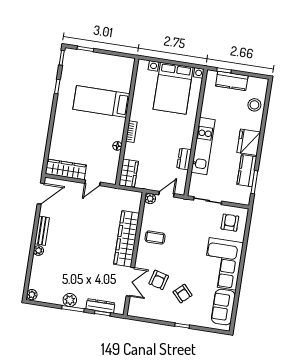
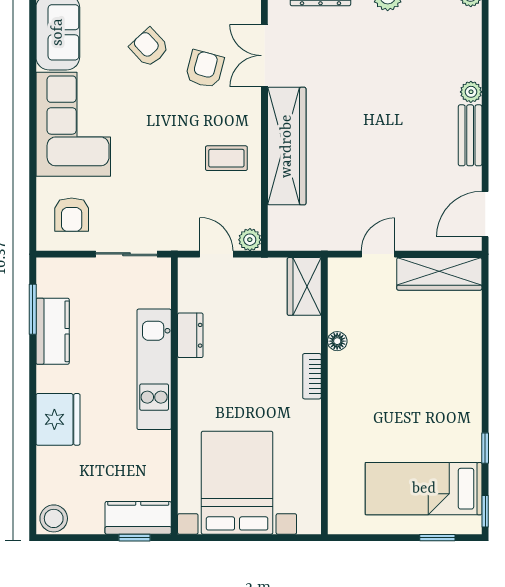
kitchen counter: (232, 81) -> (138, 518), moved
bed: (101, 102) -> (424, 489), moved, turned 180
stool: (254, 105) -> (54, 518), moved
fridge: (249, 142) -> (58, 419), moved
door: (166, 194) -> (216, 254), swing flipped

